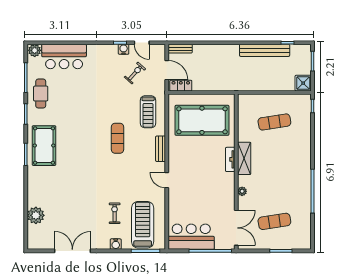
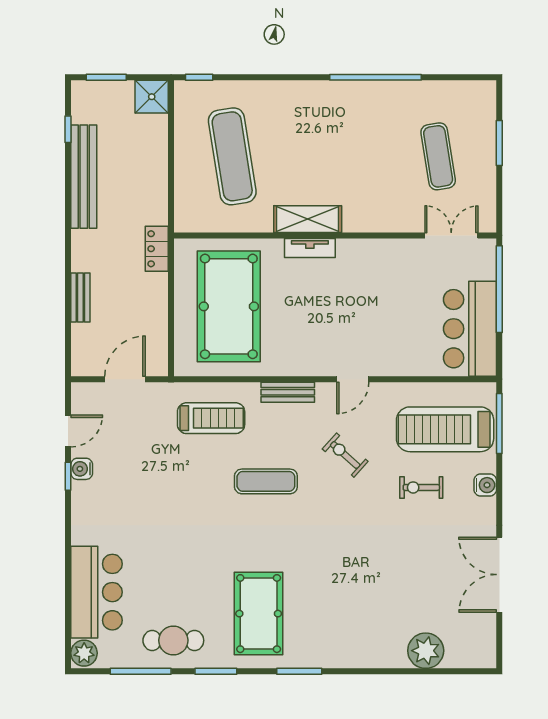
bench: (180, 49) -> (80, 297), moved
exercise bike: (135, 73) -> (345, 455), moved
locker: (181, 86) -> (157, 249), moved
exercise mat: (274, 122) -> (232, 156), width x1.36, depth x1.45
pool table: (44, 146) -> (259, 614), moved, turned 90
plant: (242, 191) -> (376, 223), removed
double door: (236, 228) -> (451, 235), width x0.73

